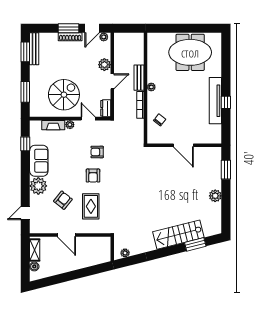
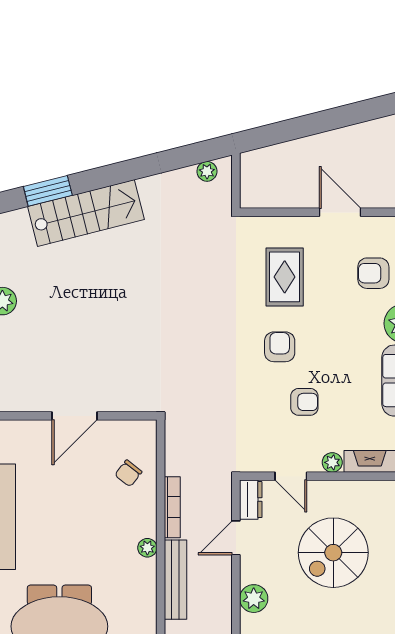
bench: (139, 78) -> (175, 580), width x1.36
door: (112, 81) -> (236, 538), moved
spiral stairs: (64, 95) -> (333, 553), moved
door: (183, 145) -> (75, 416), swing flipped
armchair: (97, 152) -> (304, 402), moved
armchair: (63, 200) -> (373, 273), moved, turned 51

